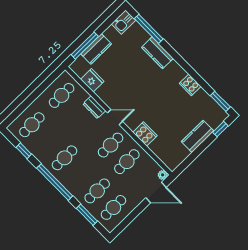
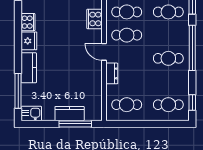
fridge: (92, 80) -> (29, 41), moved, turned 180
window: (24, 151) -> (192, 103), moved

